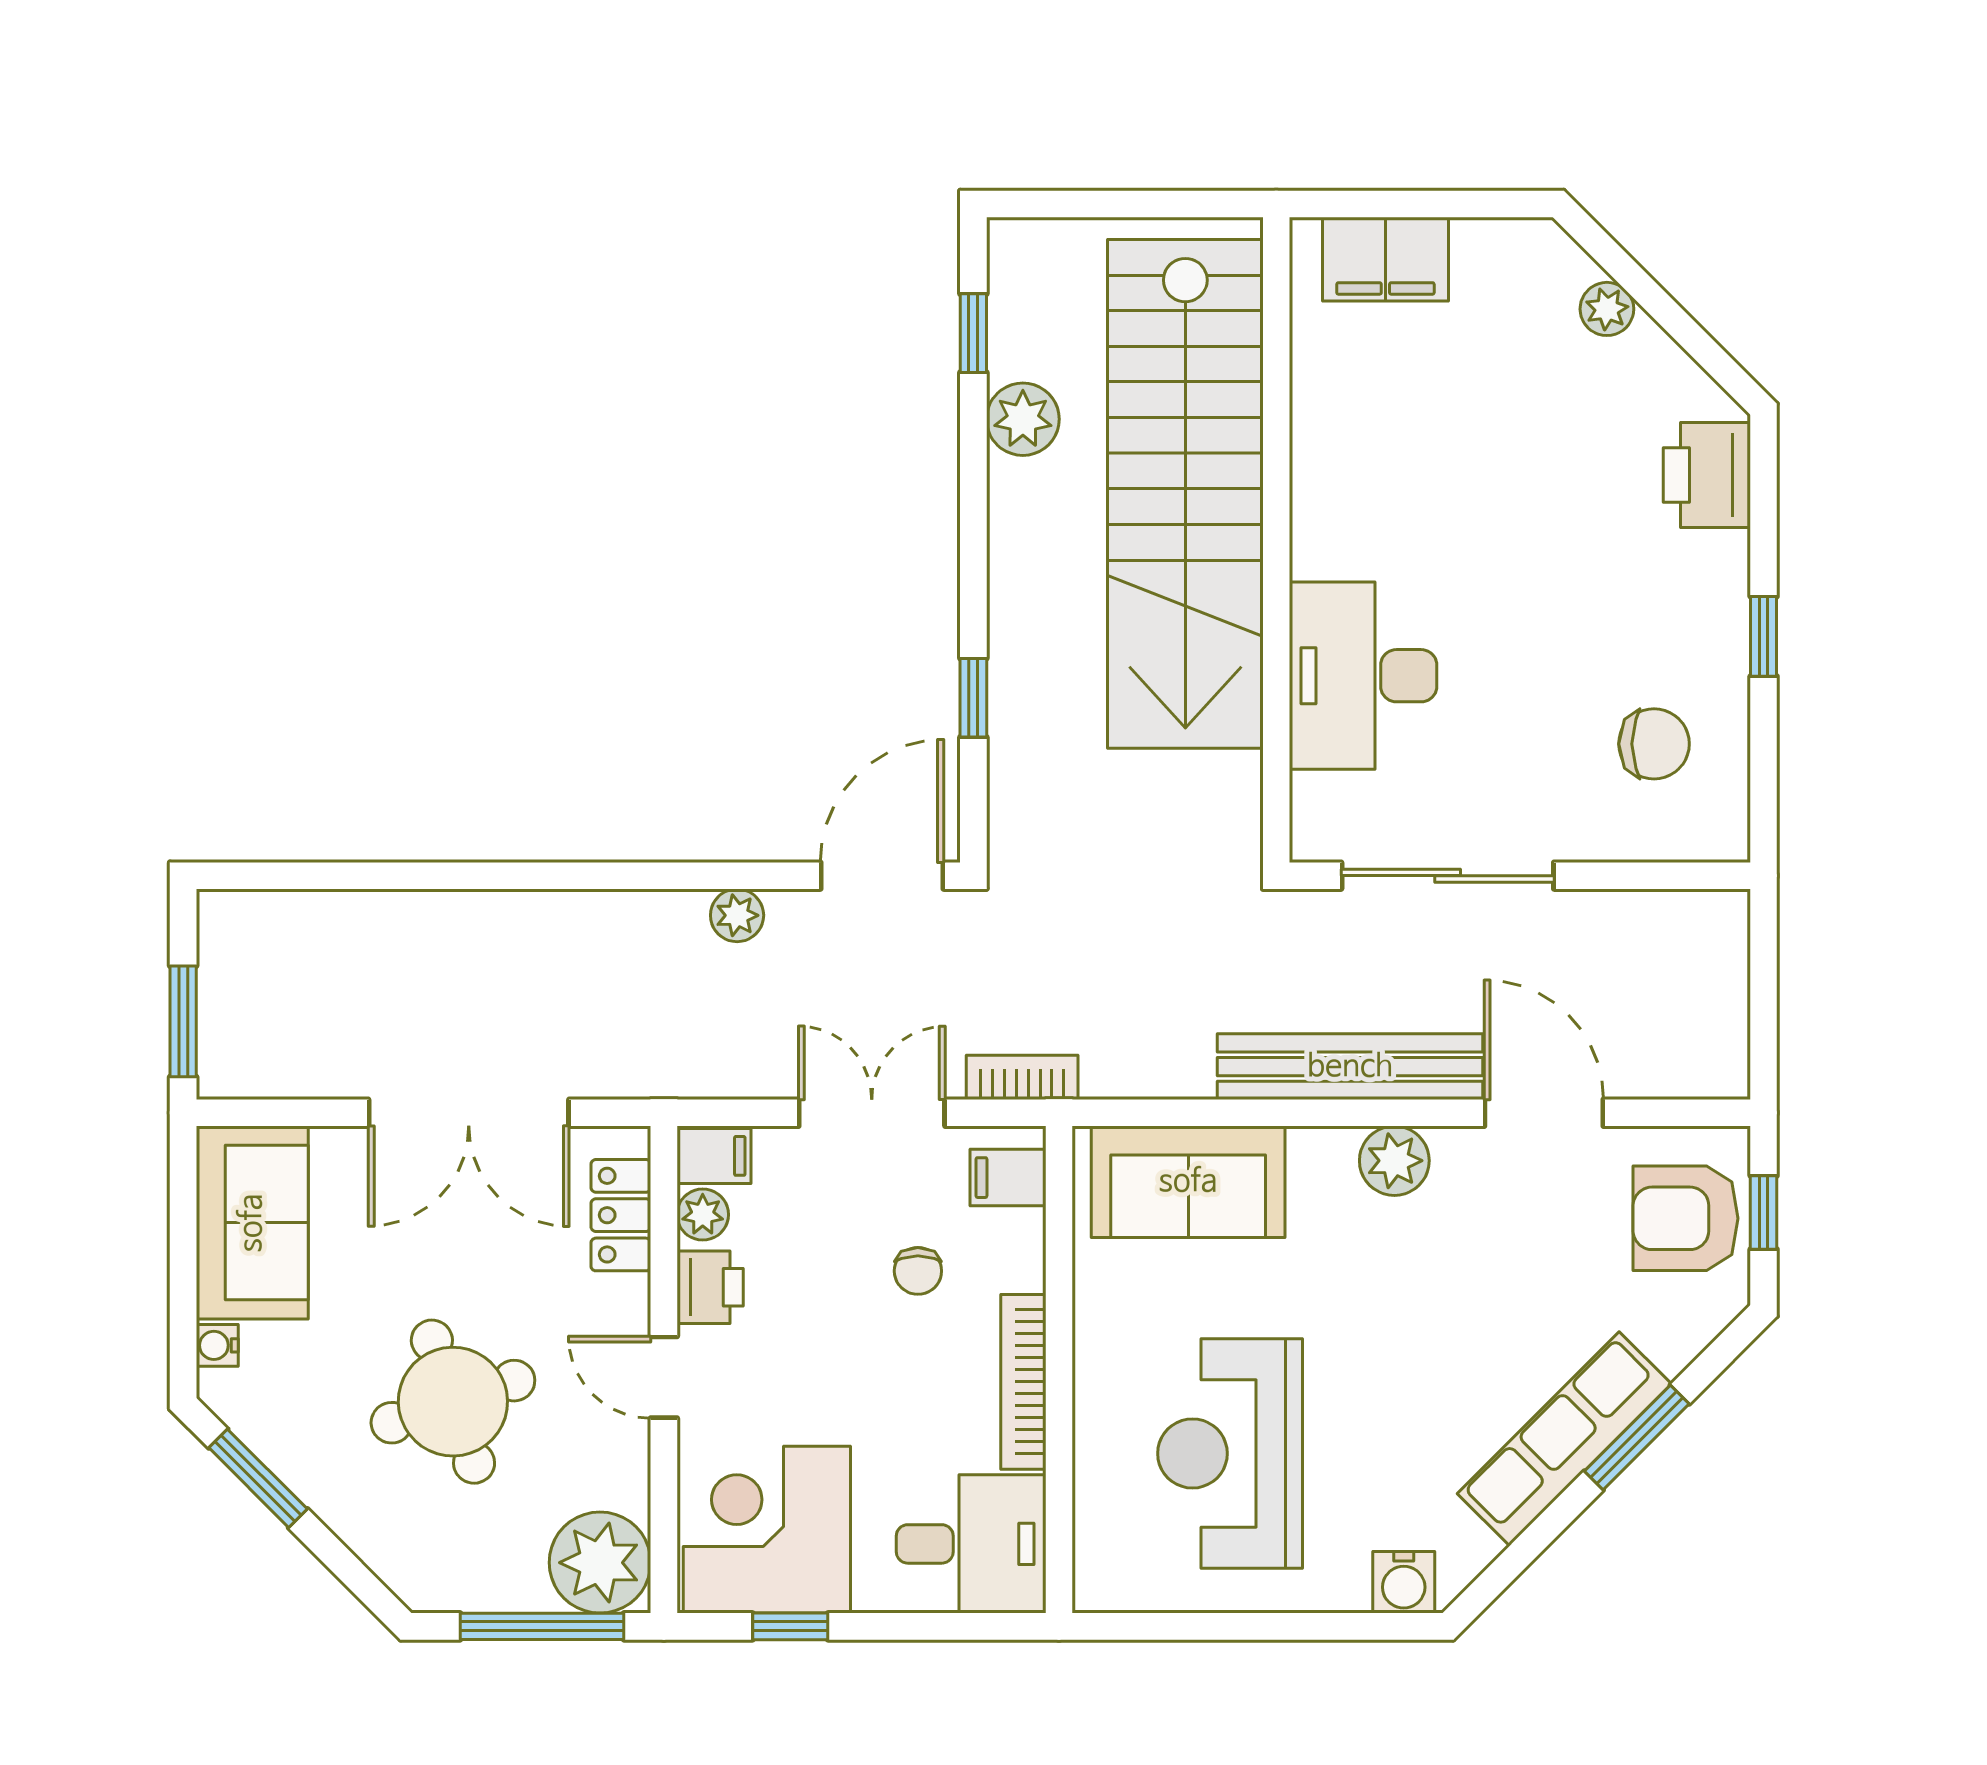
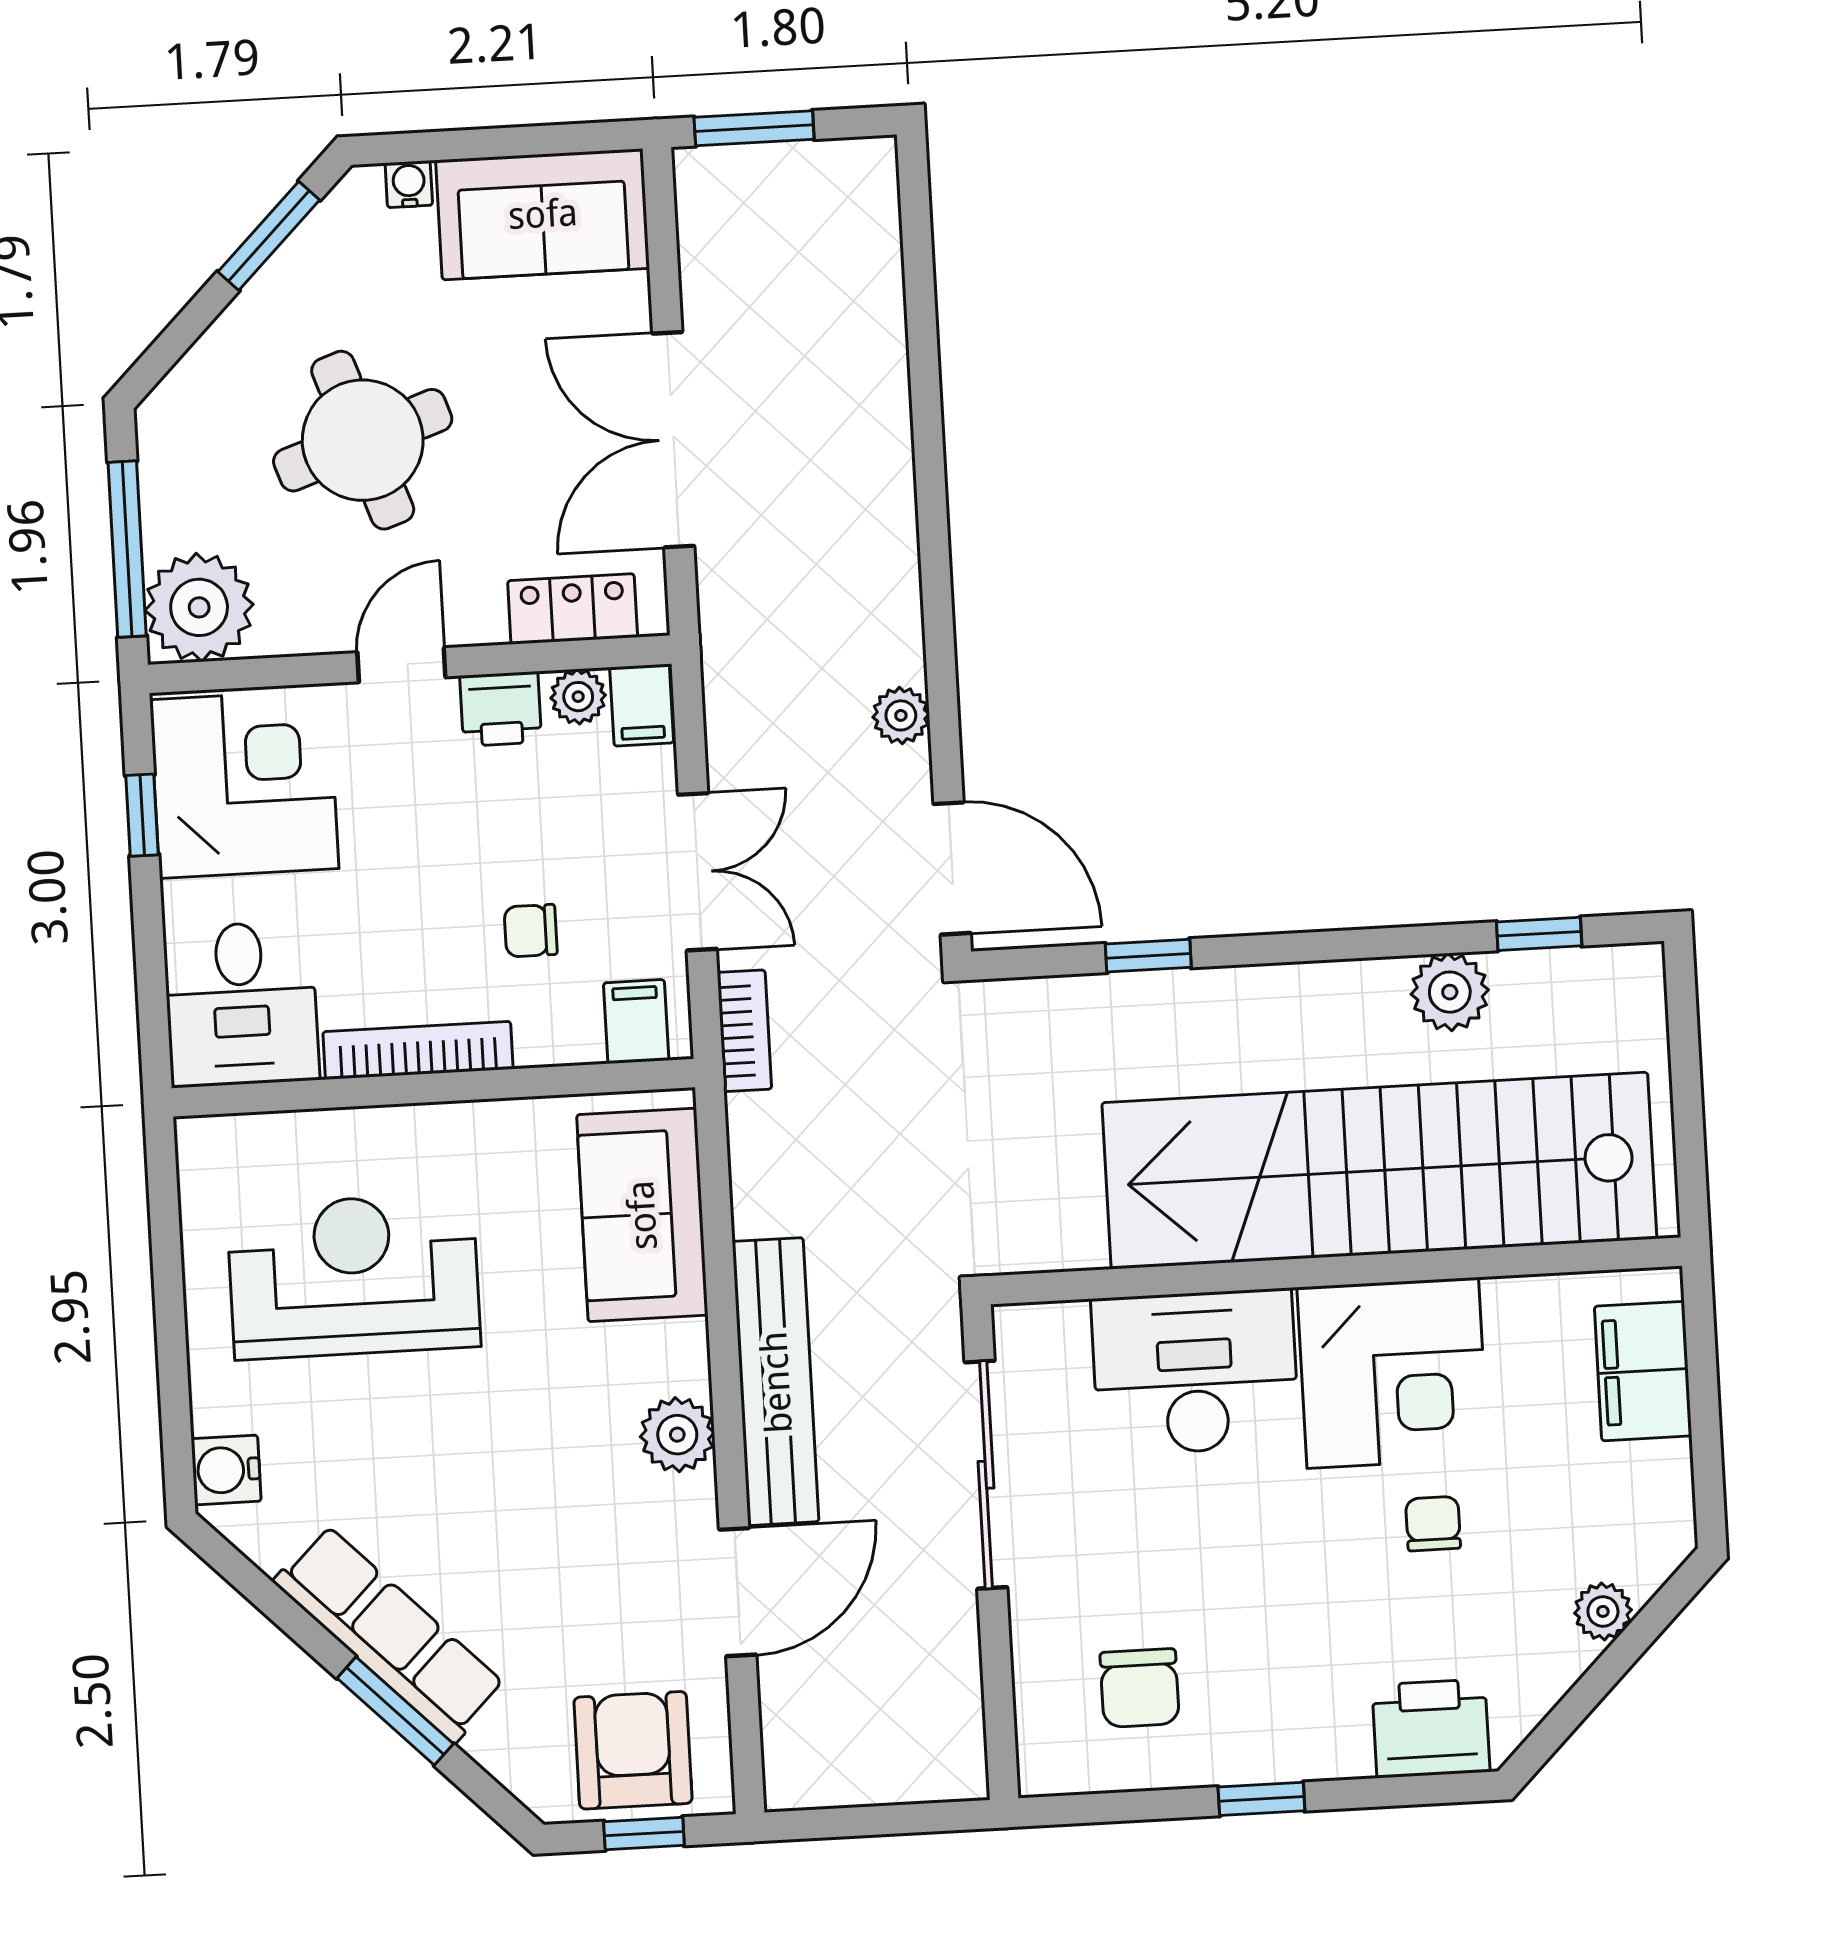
chair: (1516, 462) -> (1433, 1524), added
corner desk: (1374, 492) -> (1393, 1373), added

